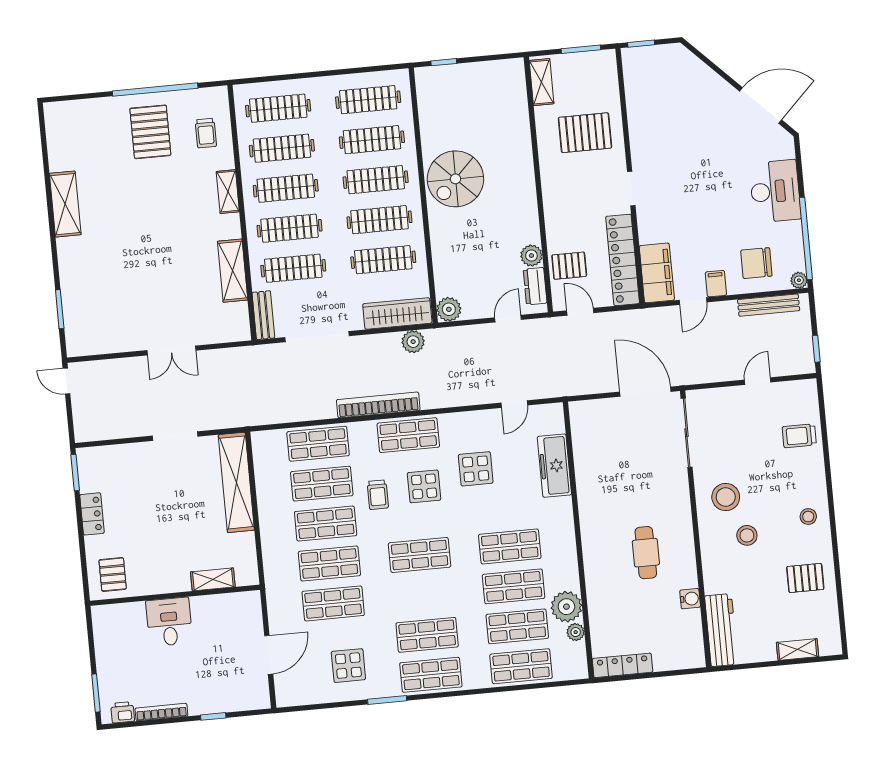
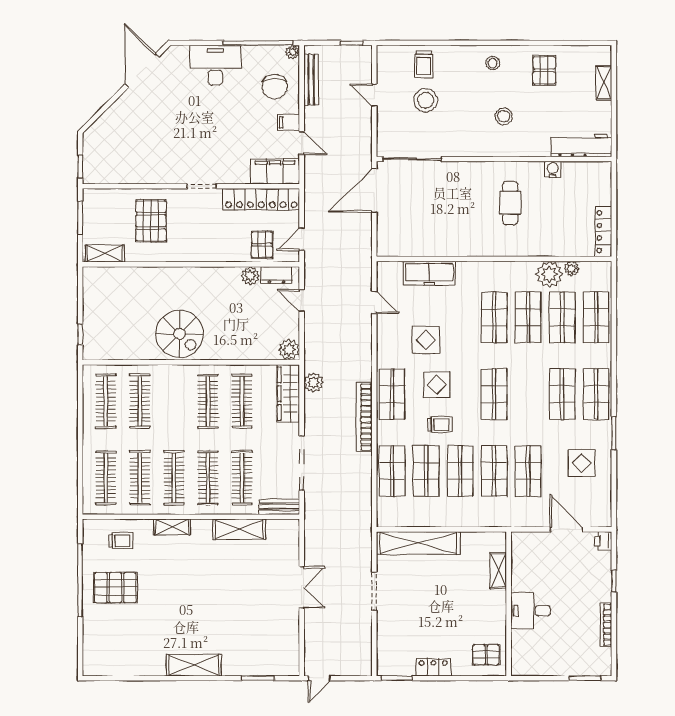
clothes rail: (376, 180) -> (174, 401), removed
shelving: (65, 204) -> (194, 665), moved
stool: (726, 497) -> (426, 100), moved
cafe table: (646, 553) -> (510, 203), turned 90
printer: (123, 712) -> (603, 541), moved

